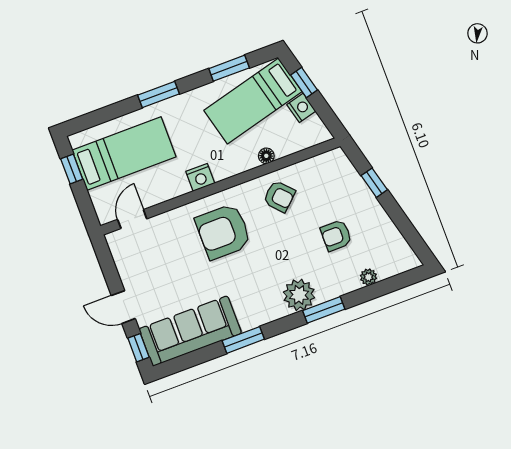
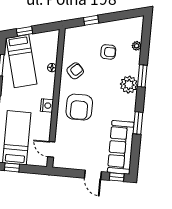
nightstand: (301, 108) -> (36, 39), removed
armchair: (336, 236) -> (108, 52), turned -90
door: (123, 307) -> (93, 175), hinge flipped

